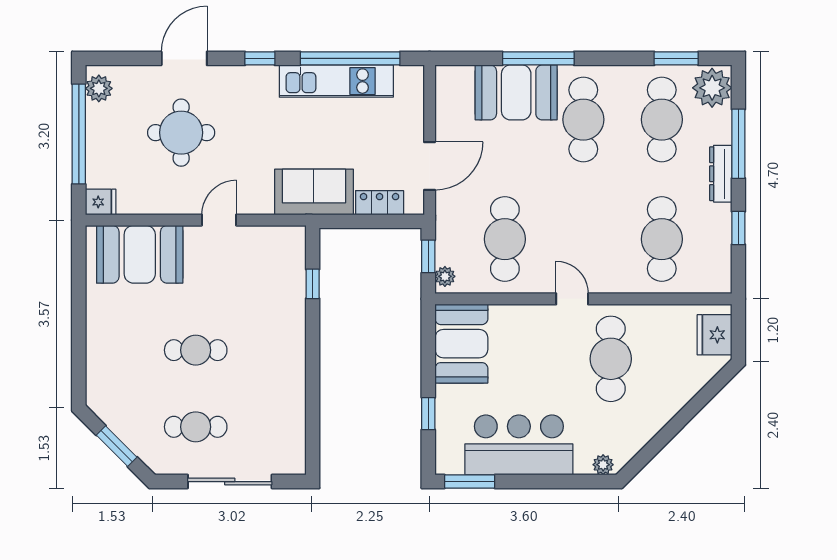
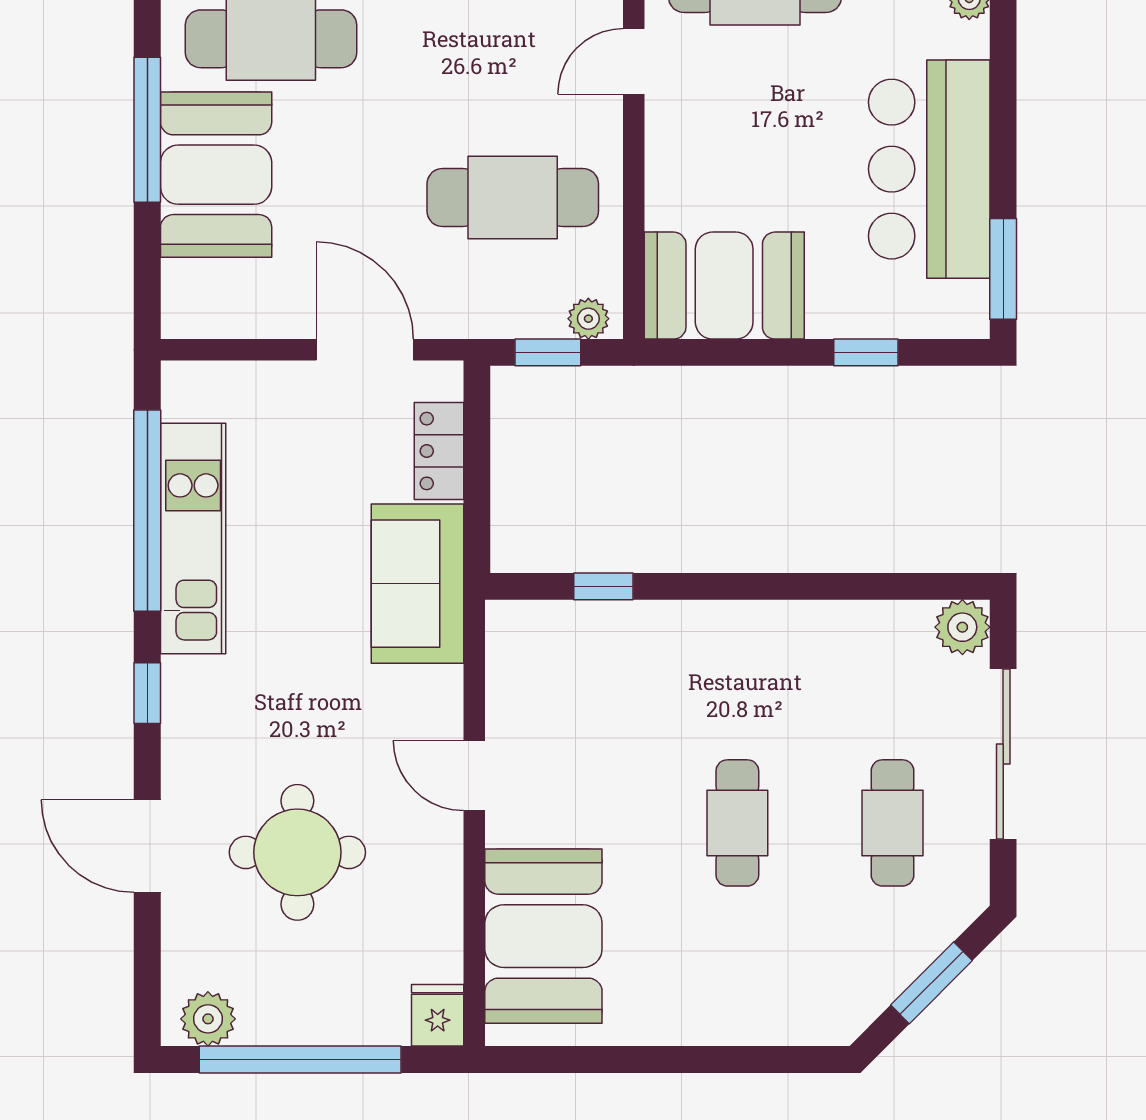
plant: (292, 461) -> (962, 627), added

